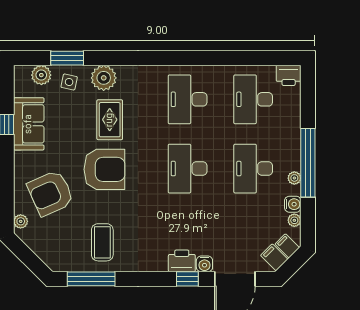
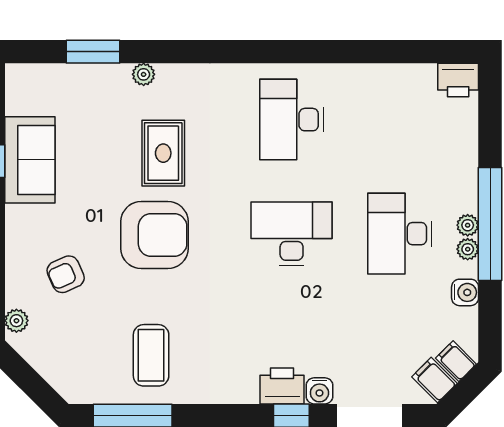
plant: (41, 75) -> (50, 80), removed
plant: (104, 78) -> (144, 74), width x0.53, depth x0.53
side table: (69, 82) -> (96, 91), removed
desk: (253, 99) -> (400, 120), removed
desk: (188, 169) -> (292, 234), turned 90
armchair: (51, 193) -> (66, 274), width x0.53, depth x0.53
plant: (294, 220) -> (468, 225), moved

